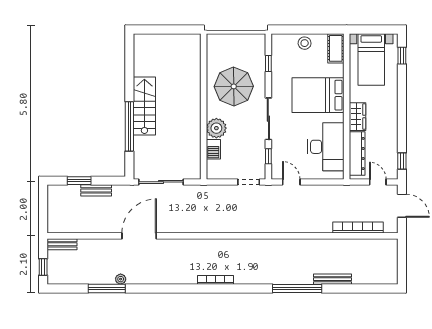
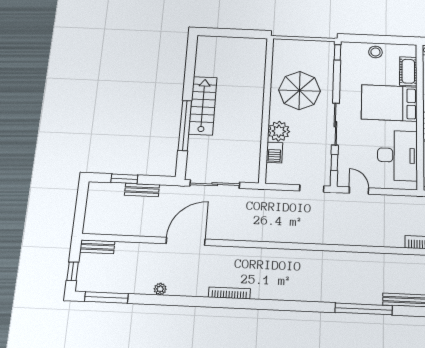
cot: (336, 48) -> (408, 71), moved
window: (268, 64) -> (338, 52), moved
bookcase: (215, 280) -> (229, 293), moved
window: (107, 289) -> (106, 297), moved

